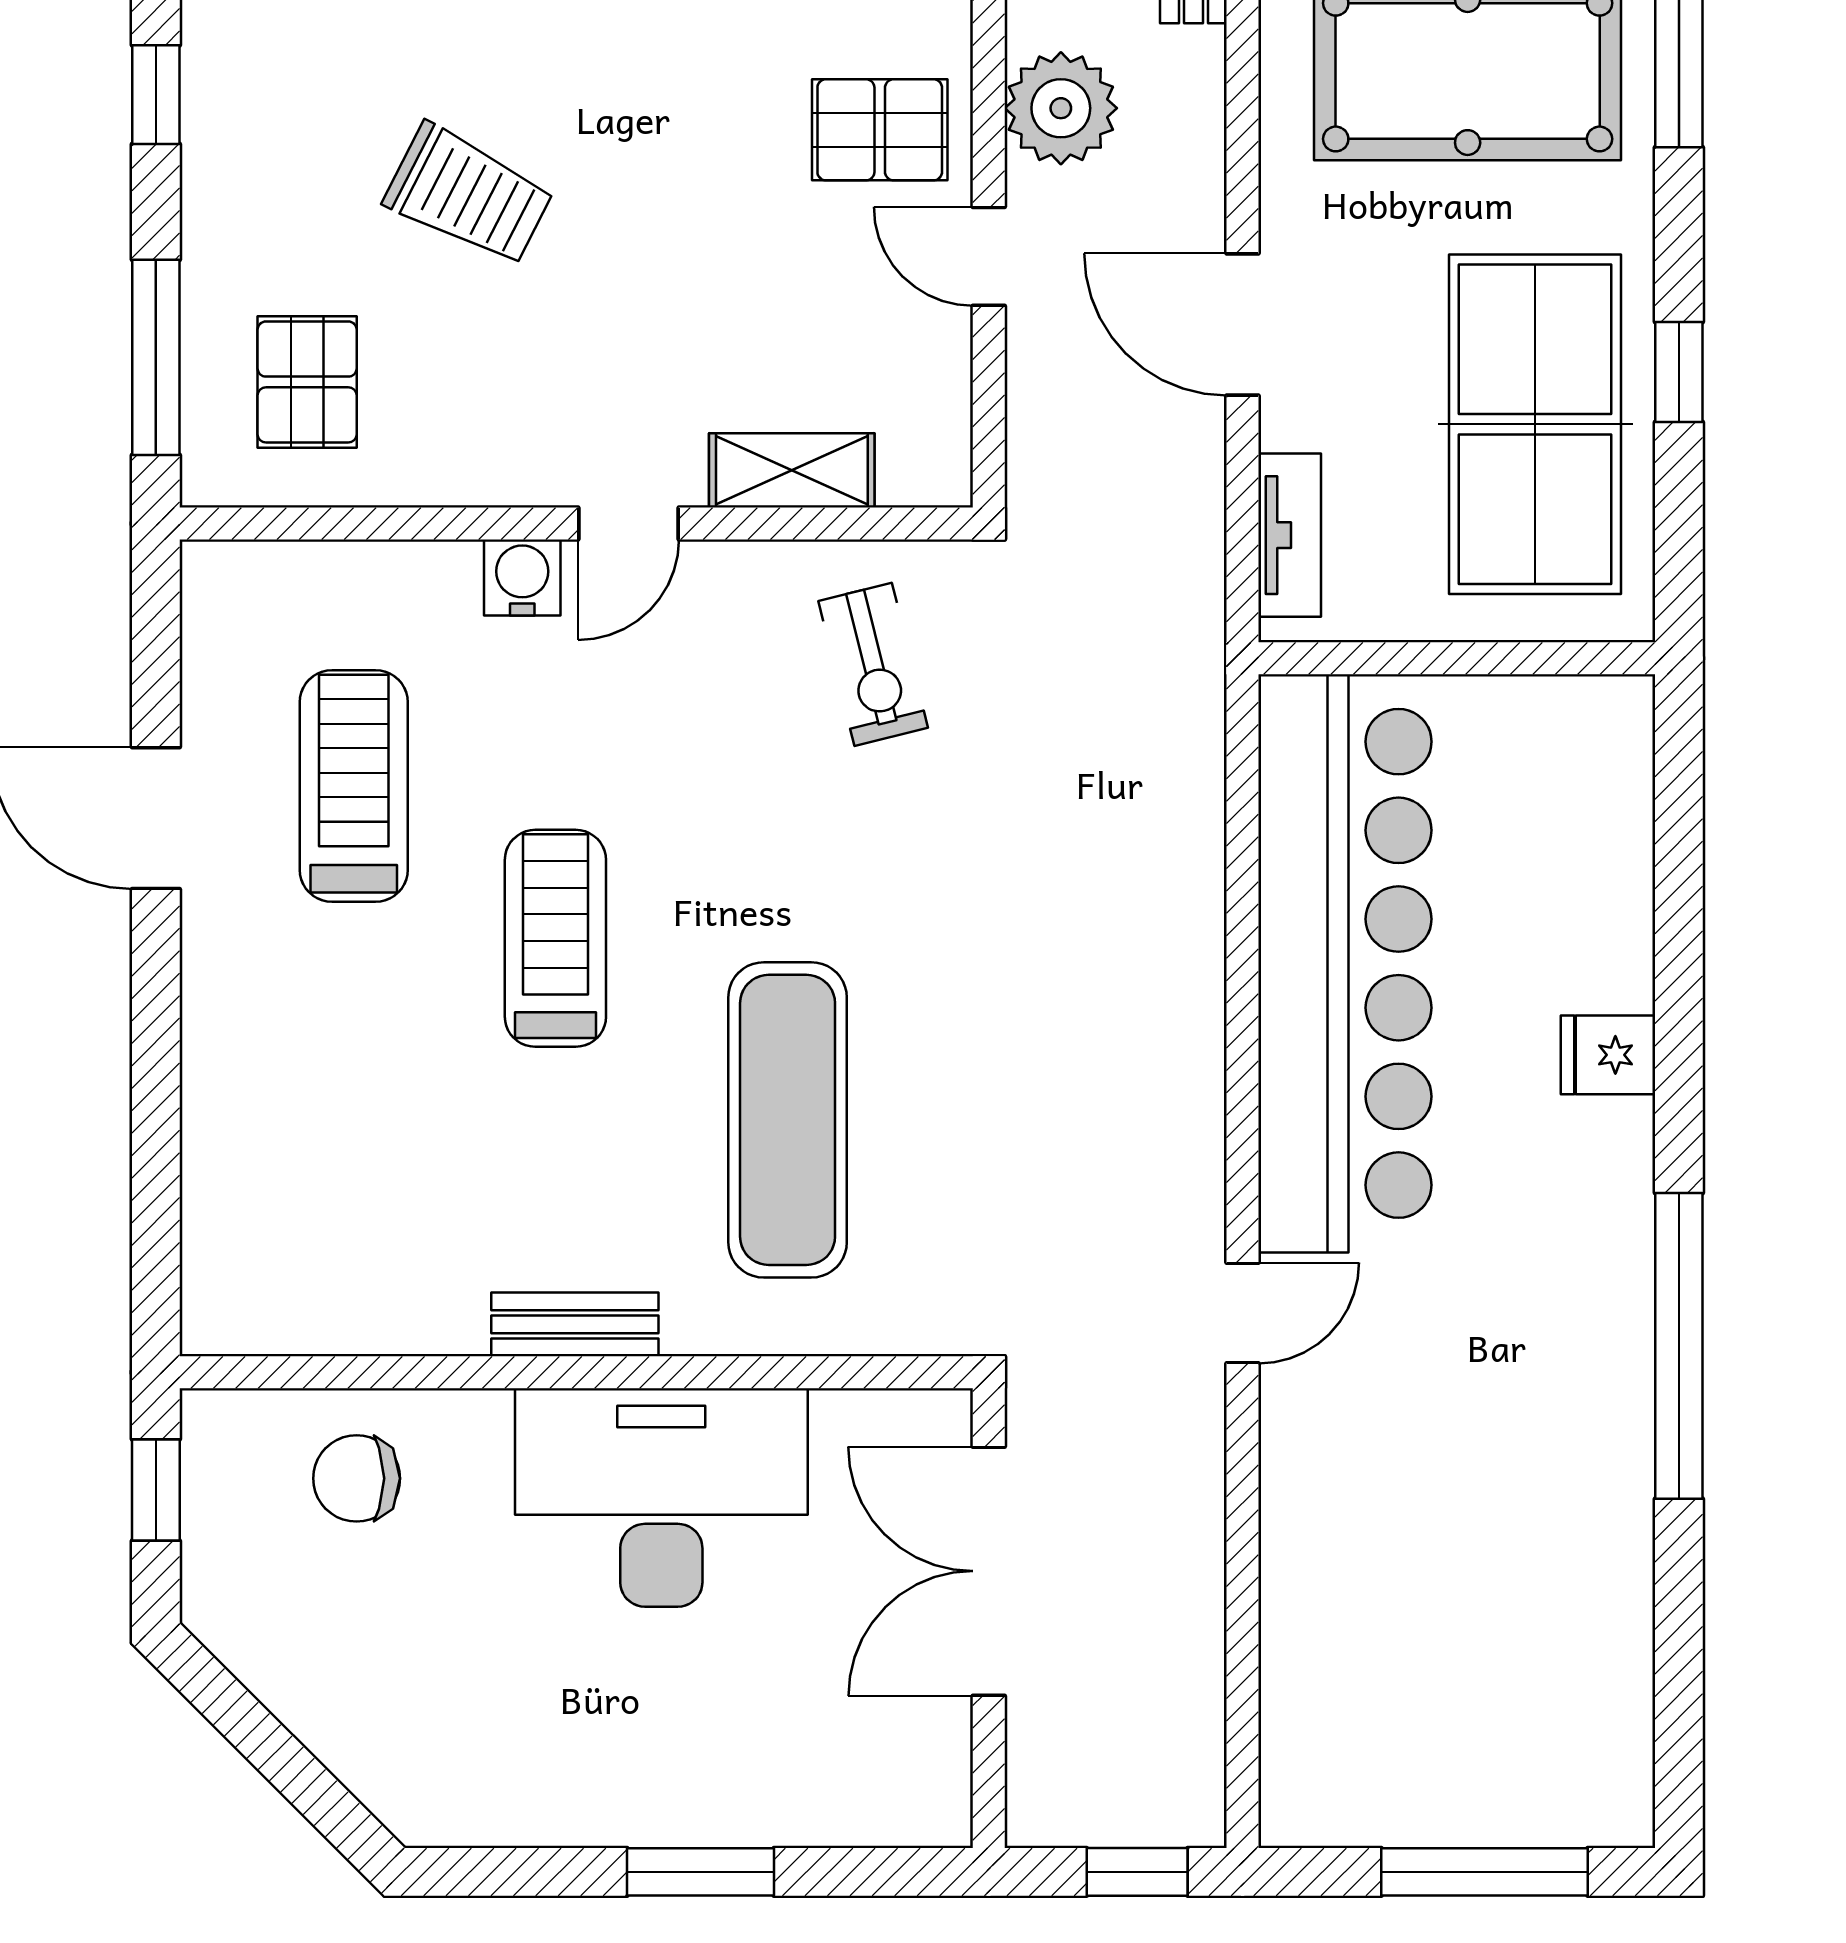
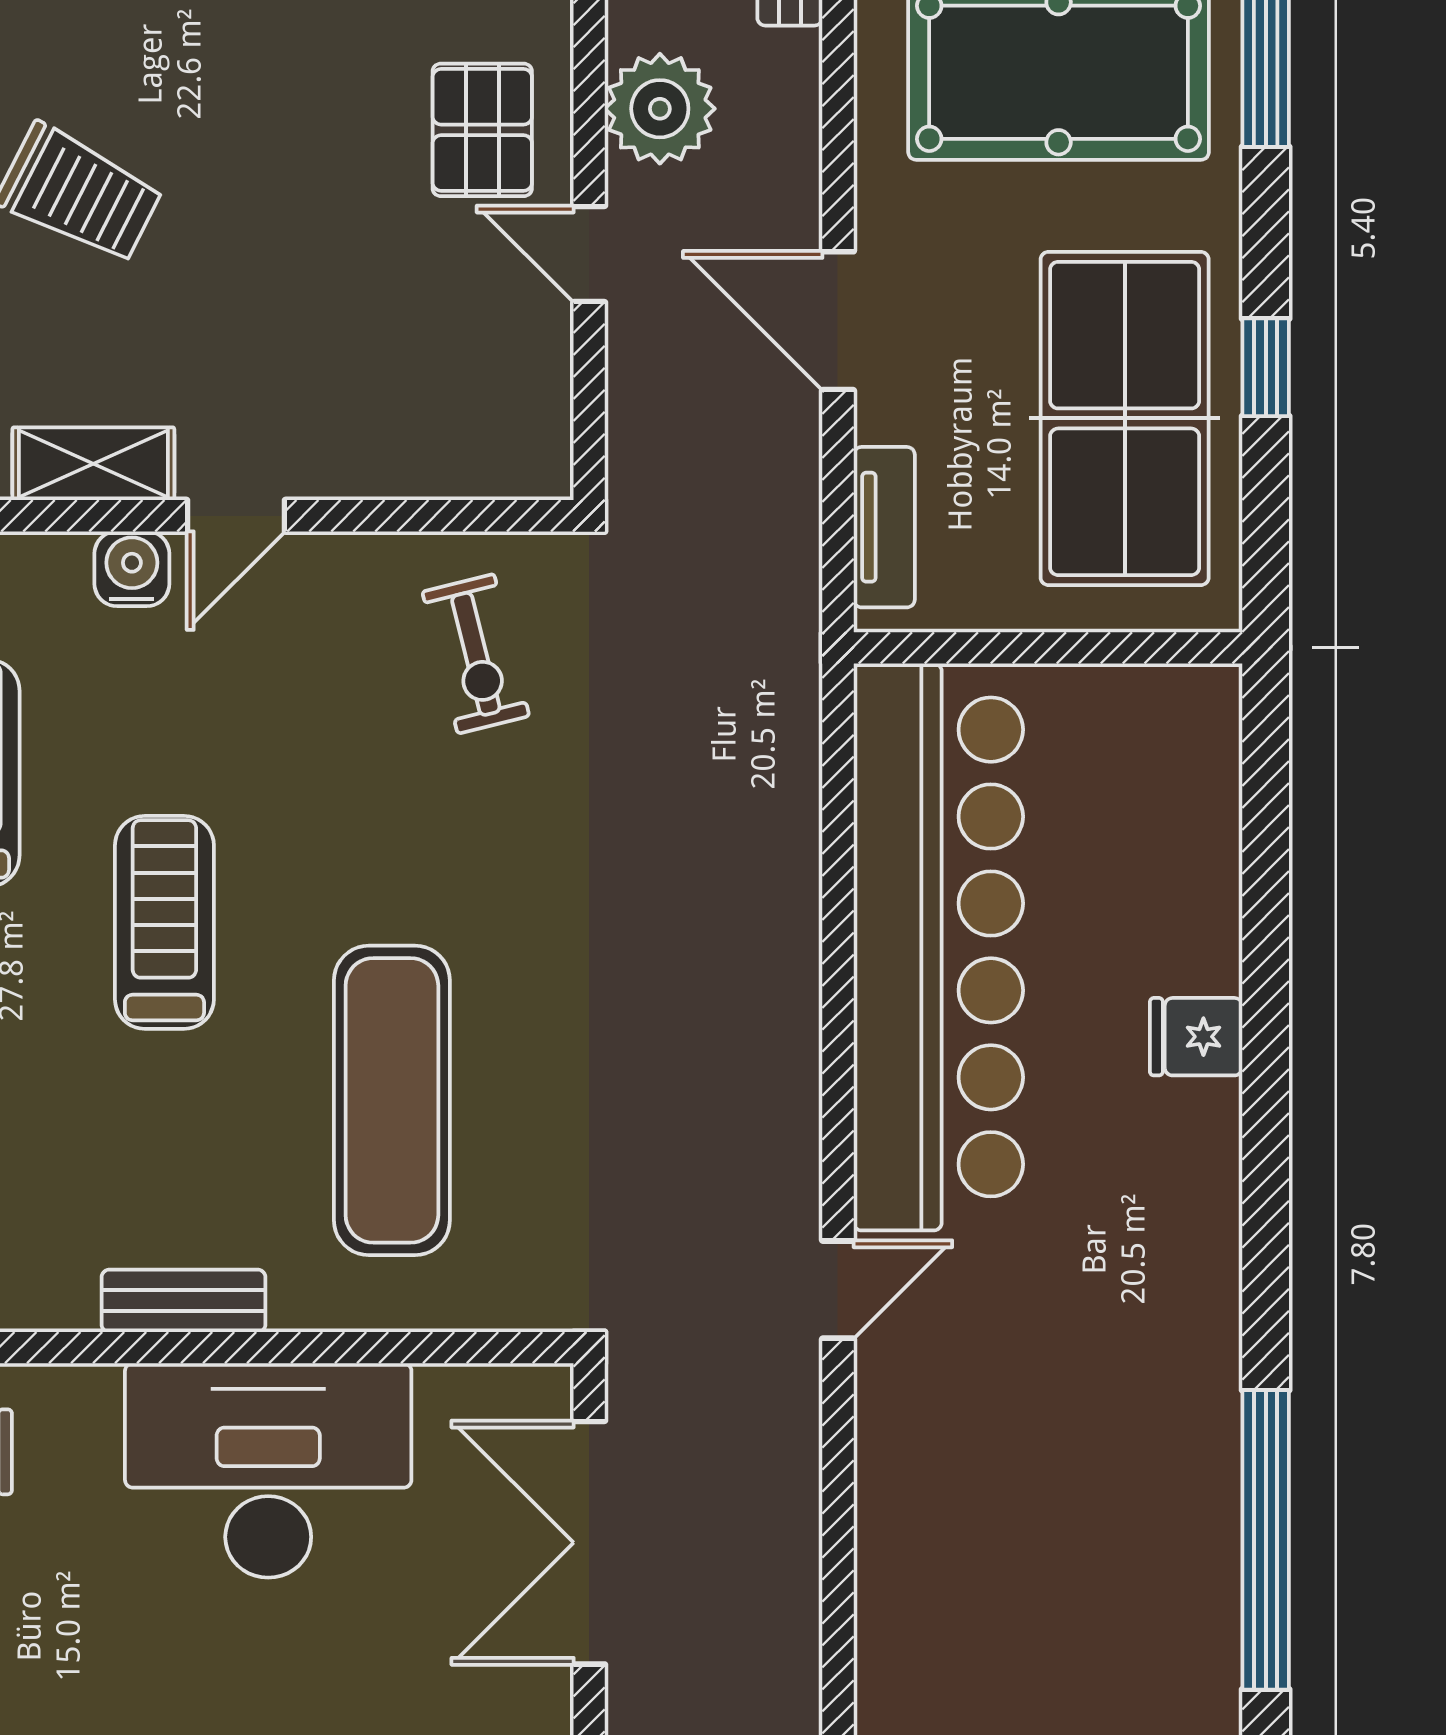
pallet: (880, 130) -> (482, 130), turned 90
shelving: (792, 470) -> (93, 464), moved
window: (1679, 1346) -> (1266, 1540), moved

